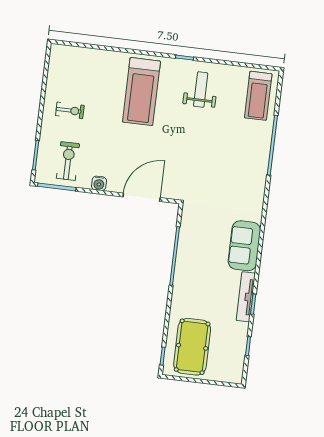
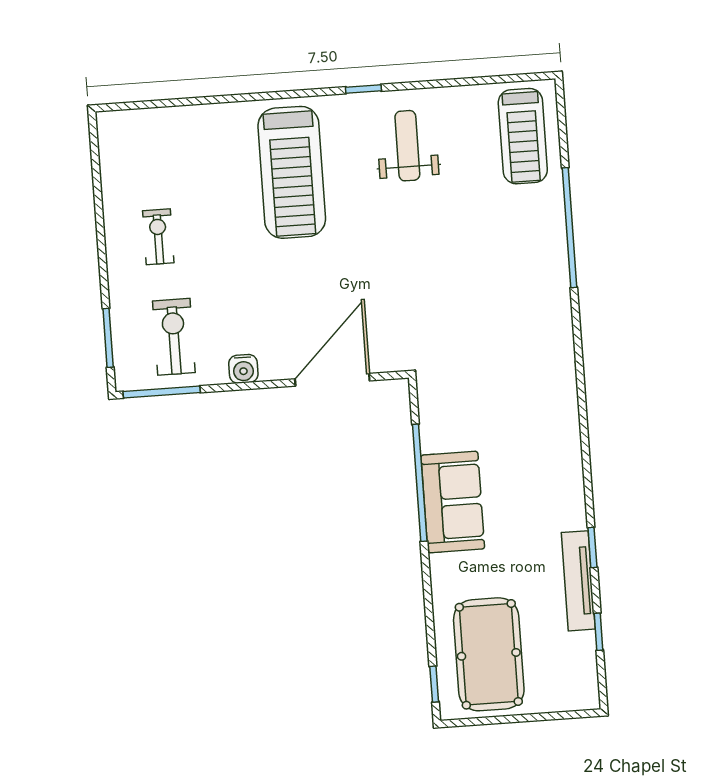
exercise bike: (70, 110) -> (158, 237), turned -90
sofa: (244, 246) -> (453, 502), moved, turned 180
tv unit: (246, 297) -> (578, 581), moved

